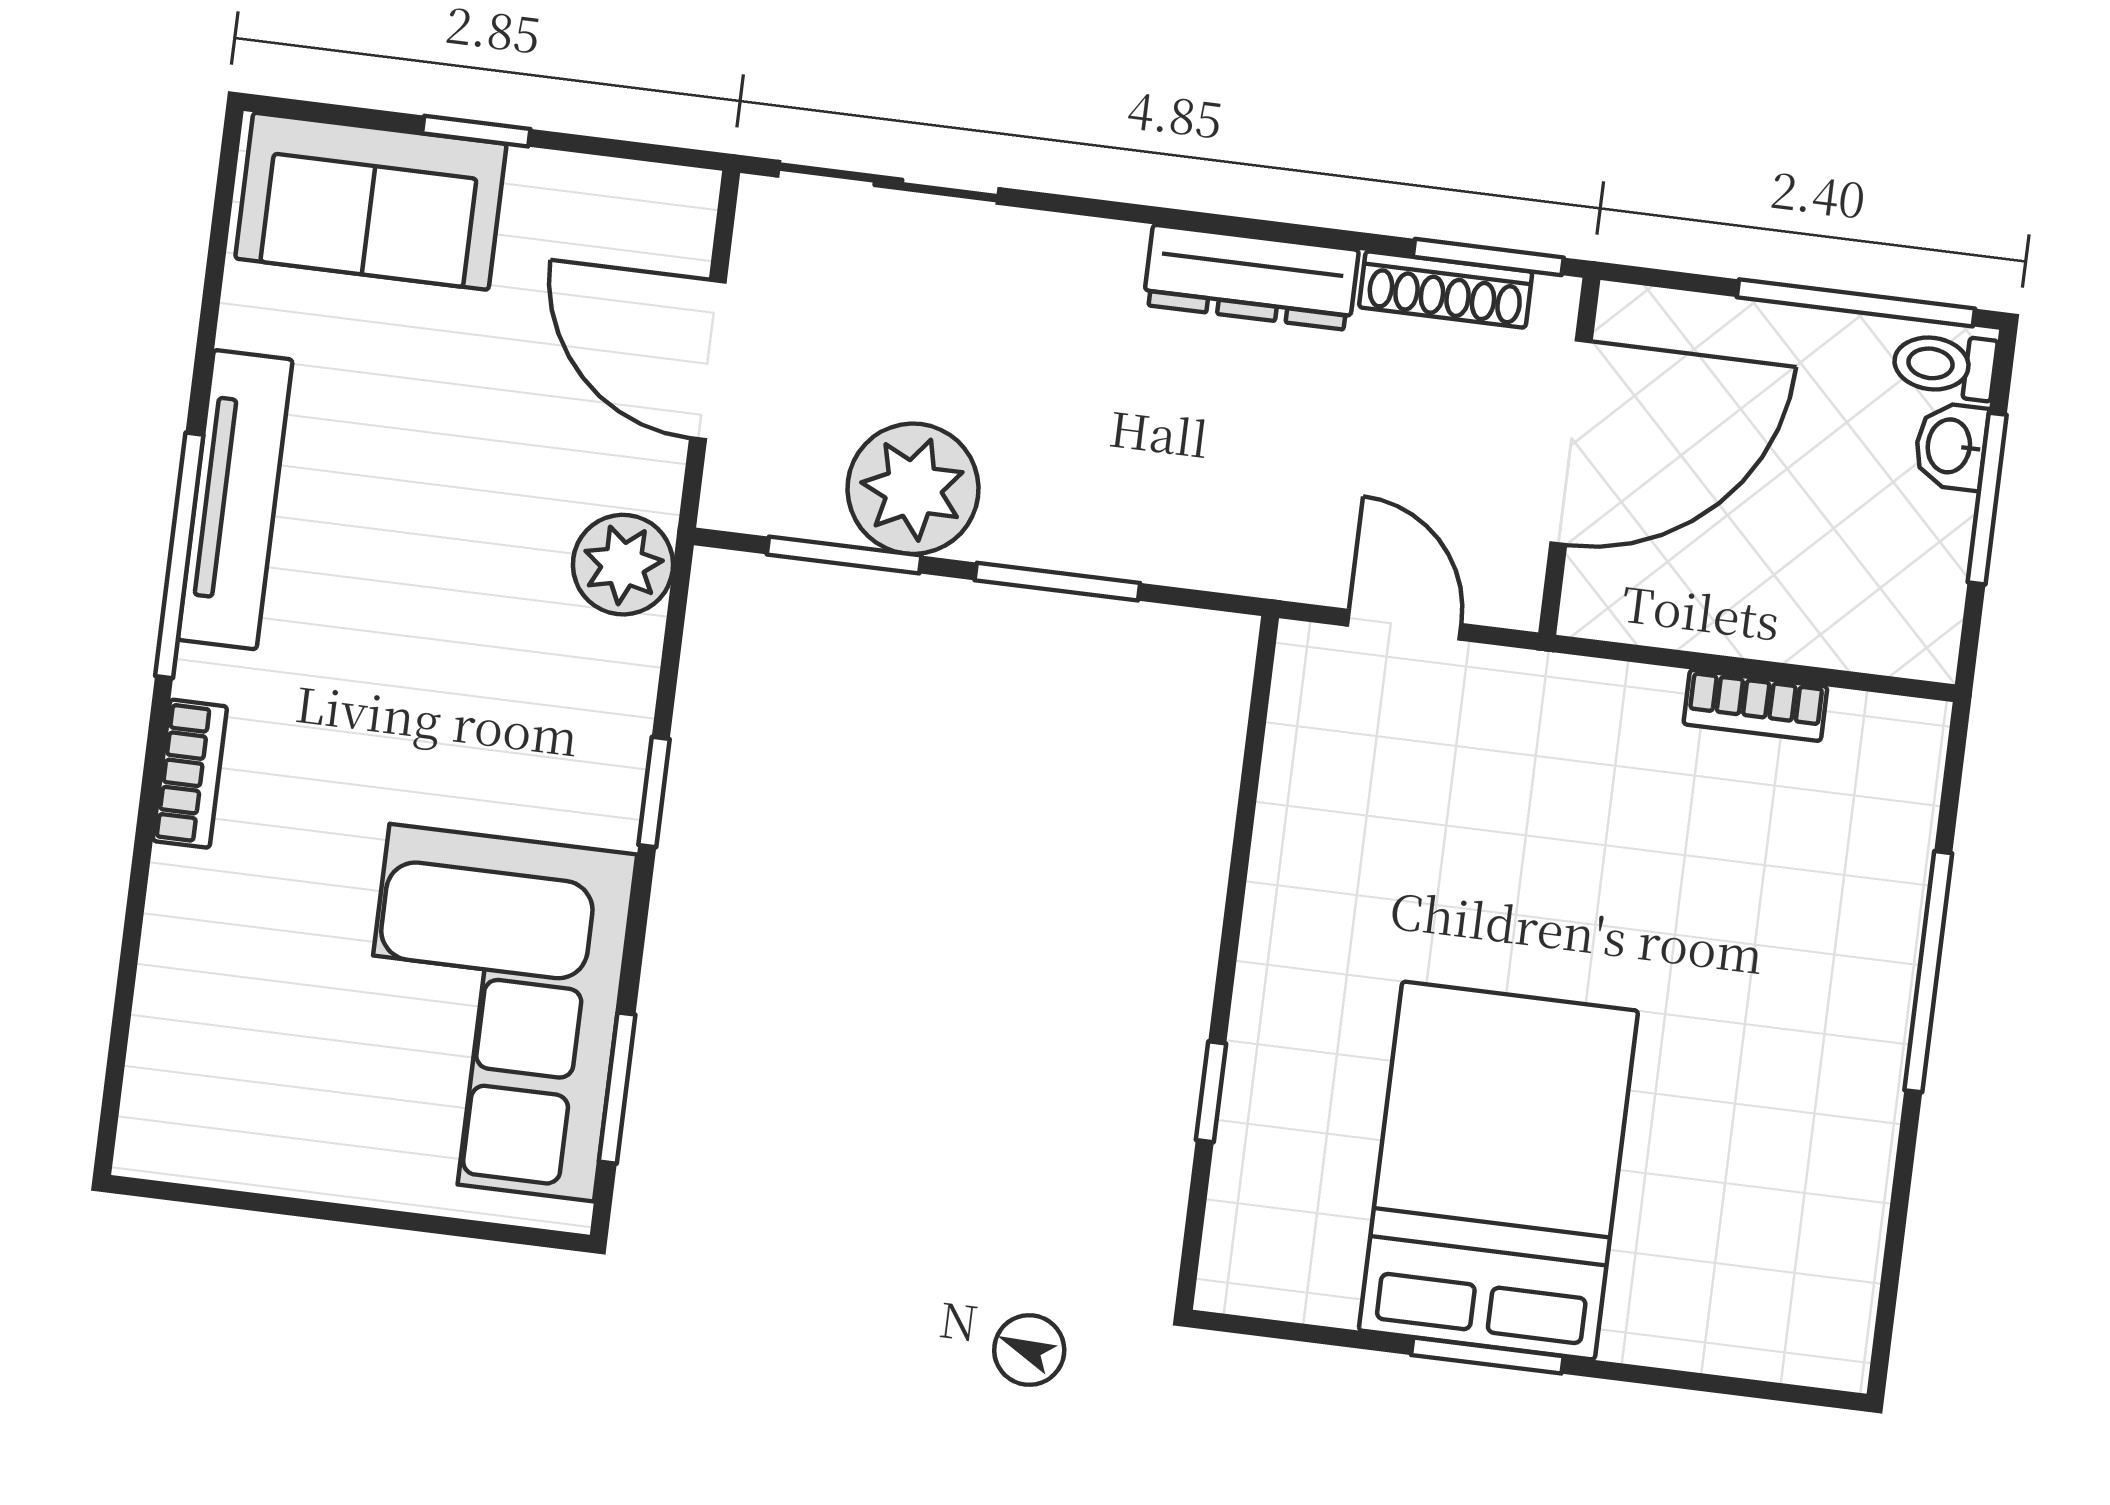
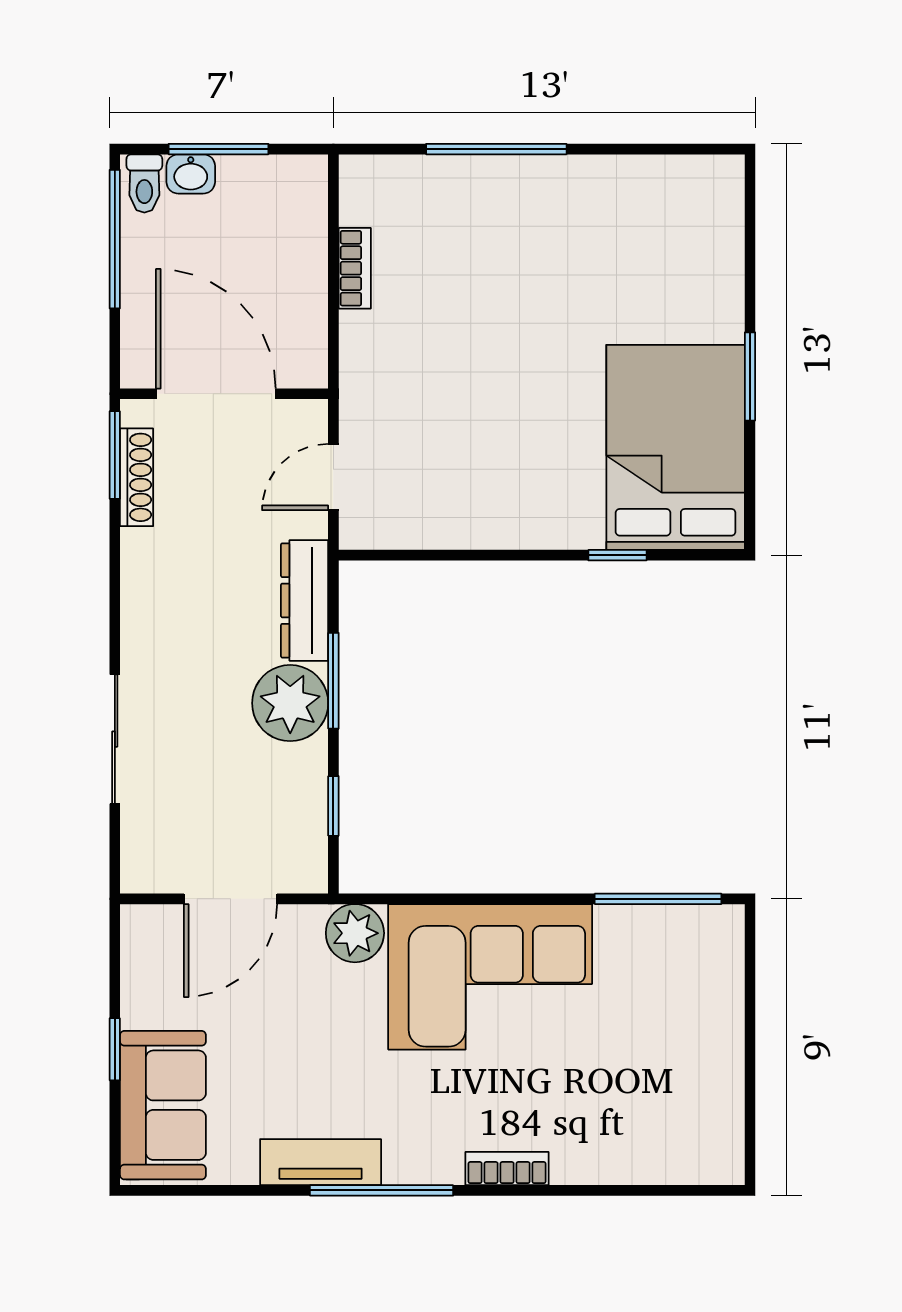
sliding door: (888, 182) -> (115, 739), moved
dresser: (1251, 277) -> (305, 600), moved, turned 180
plant: (913, 489) -> (290, 703), moved
tv unit: (235, 500) -> (321, 1162), width x0.71
window: (844, 555) -> (333, 806), width x0.67
window: (654, 792) -> (484, 899), removed
corner sofa: (492, 1013) -> (490, 977), moved
window: (617, 1088) -> (658, 899), width x1.44
bed: (1498, 1170) -> (676, 447), moved, turned 90

